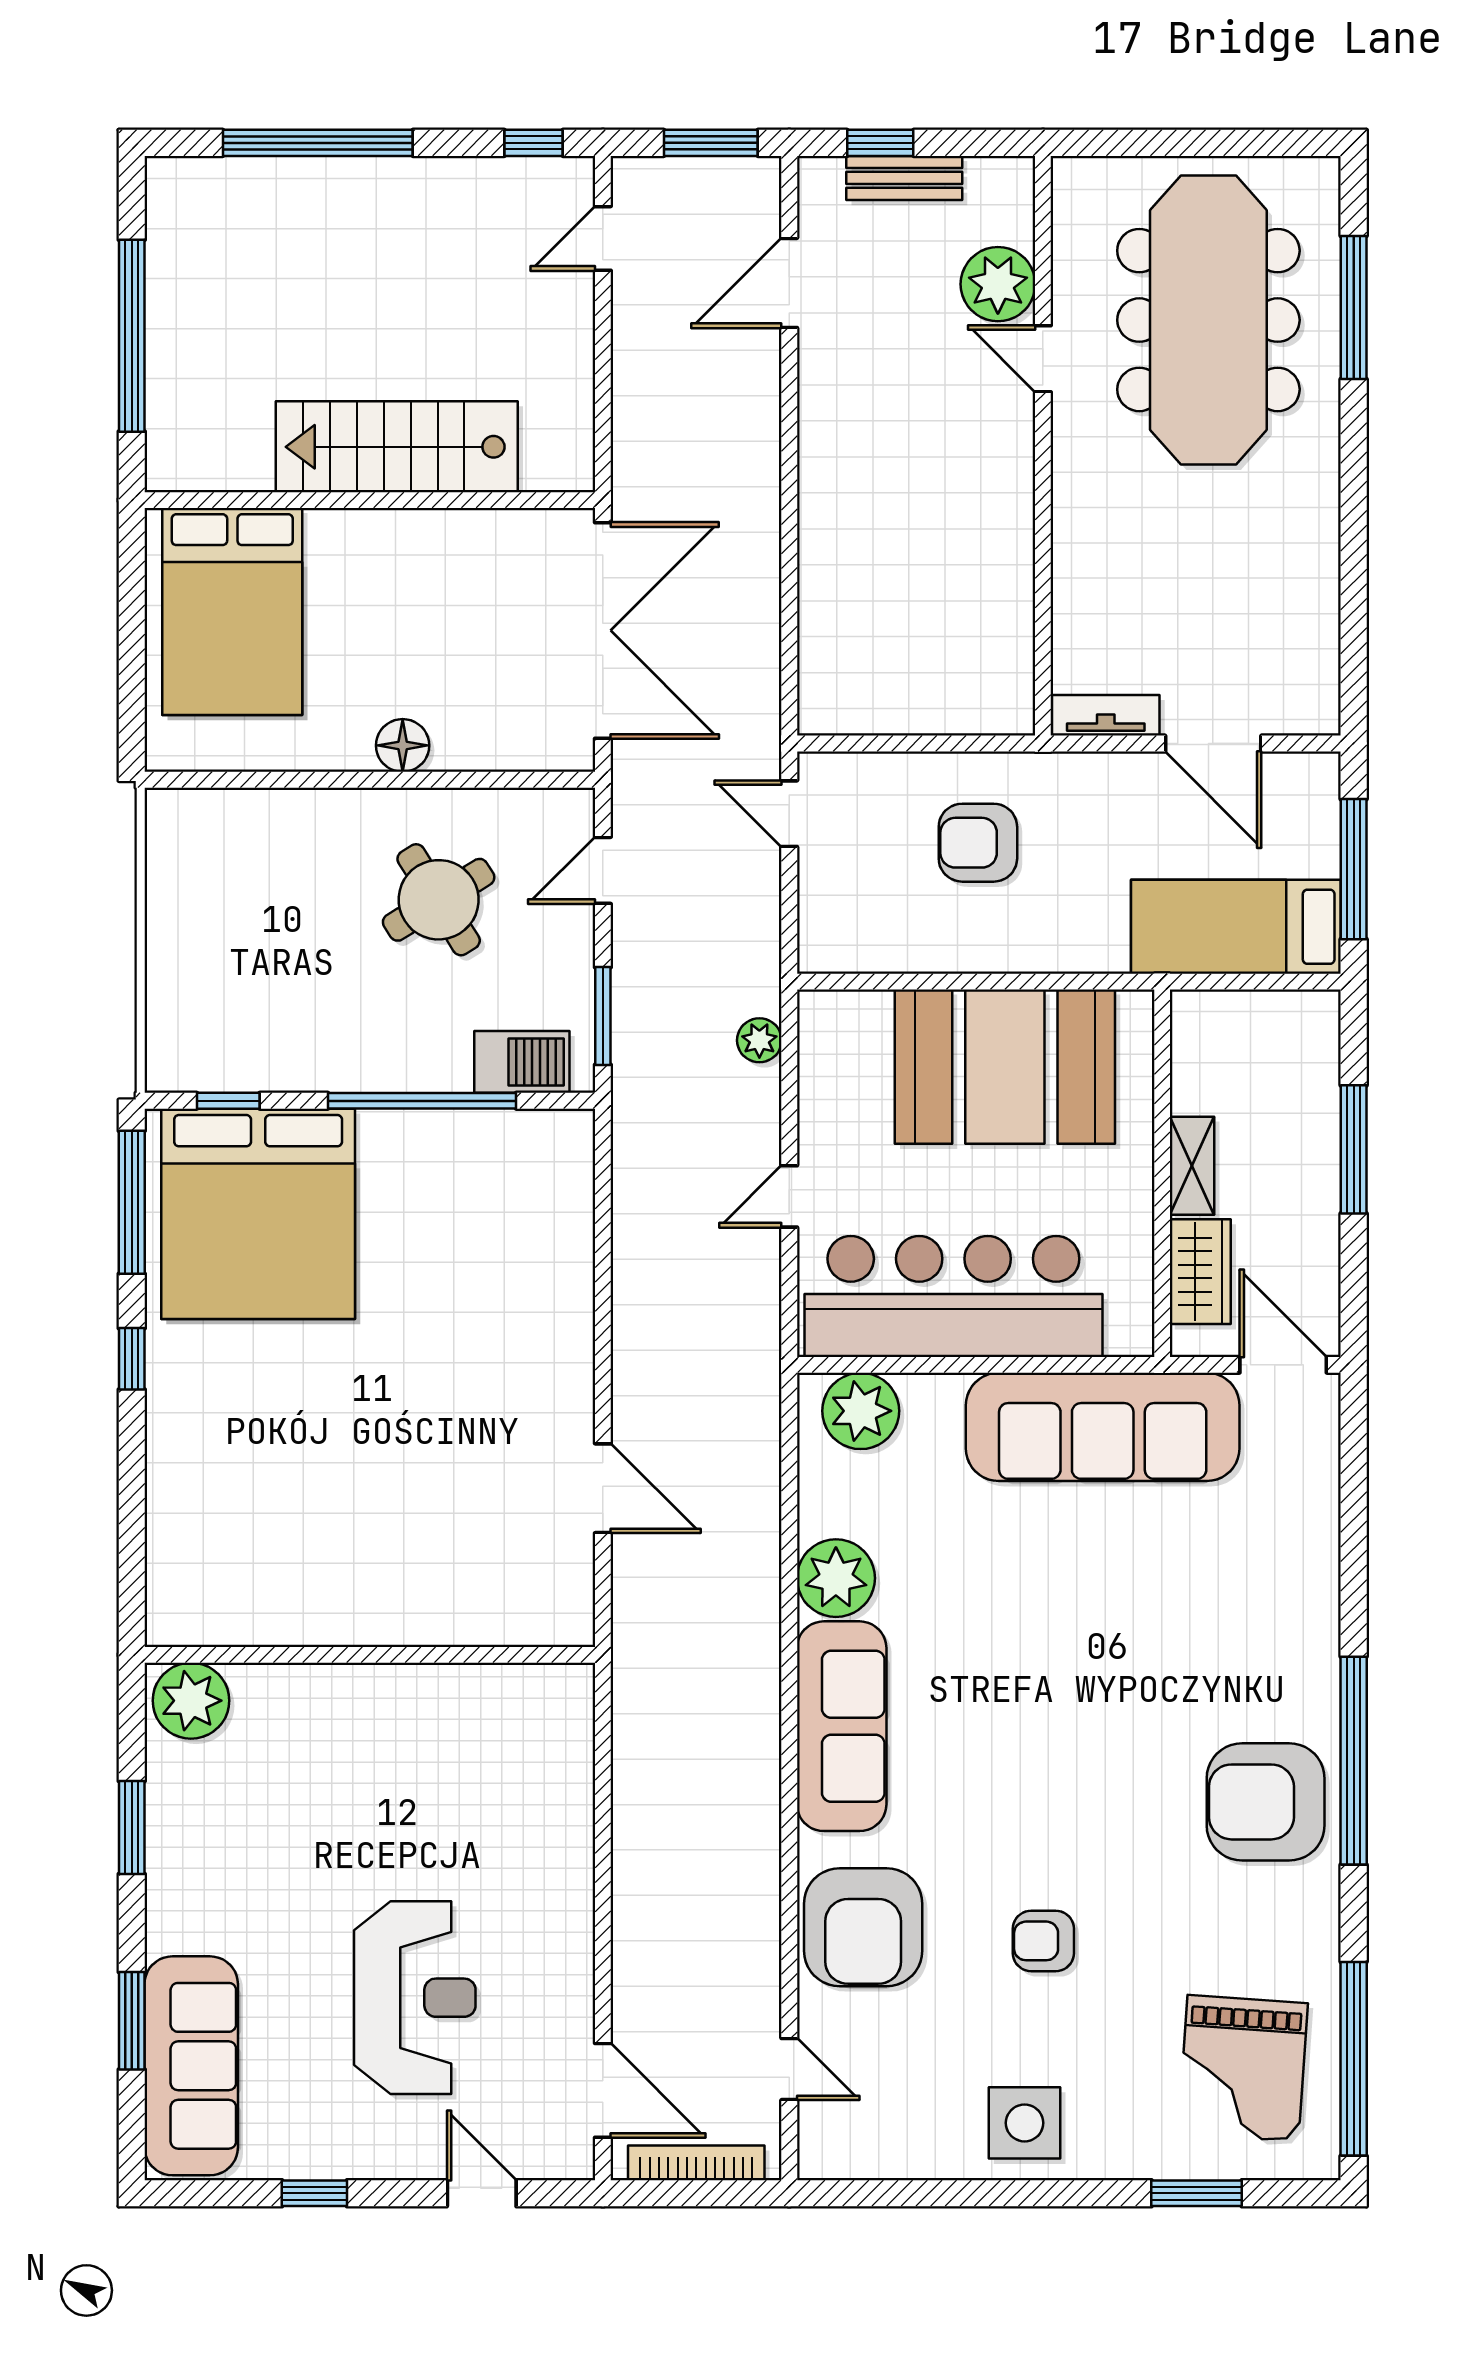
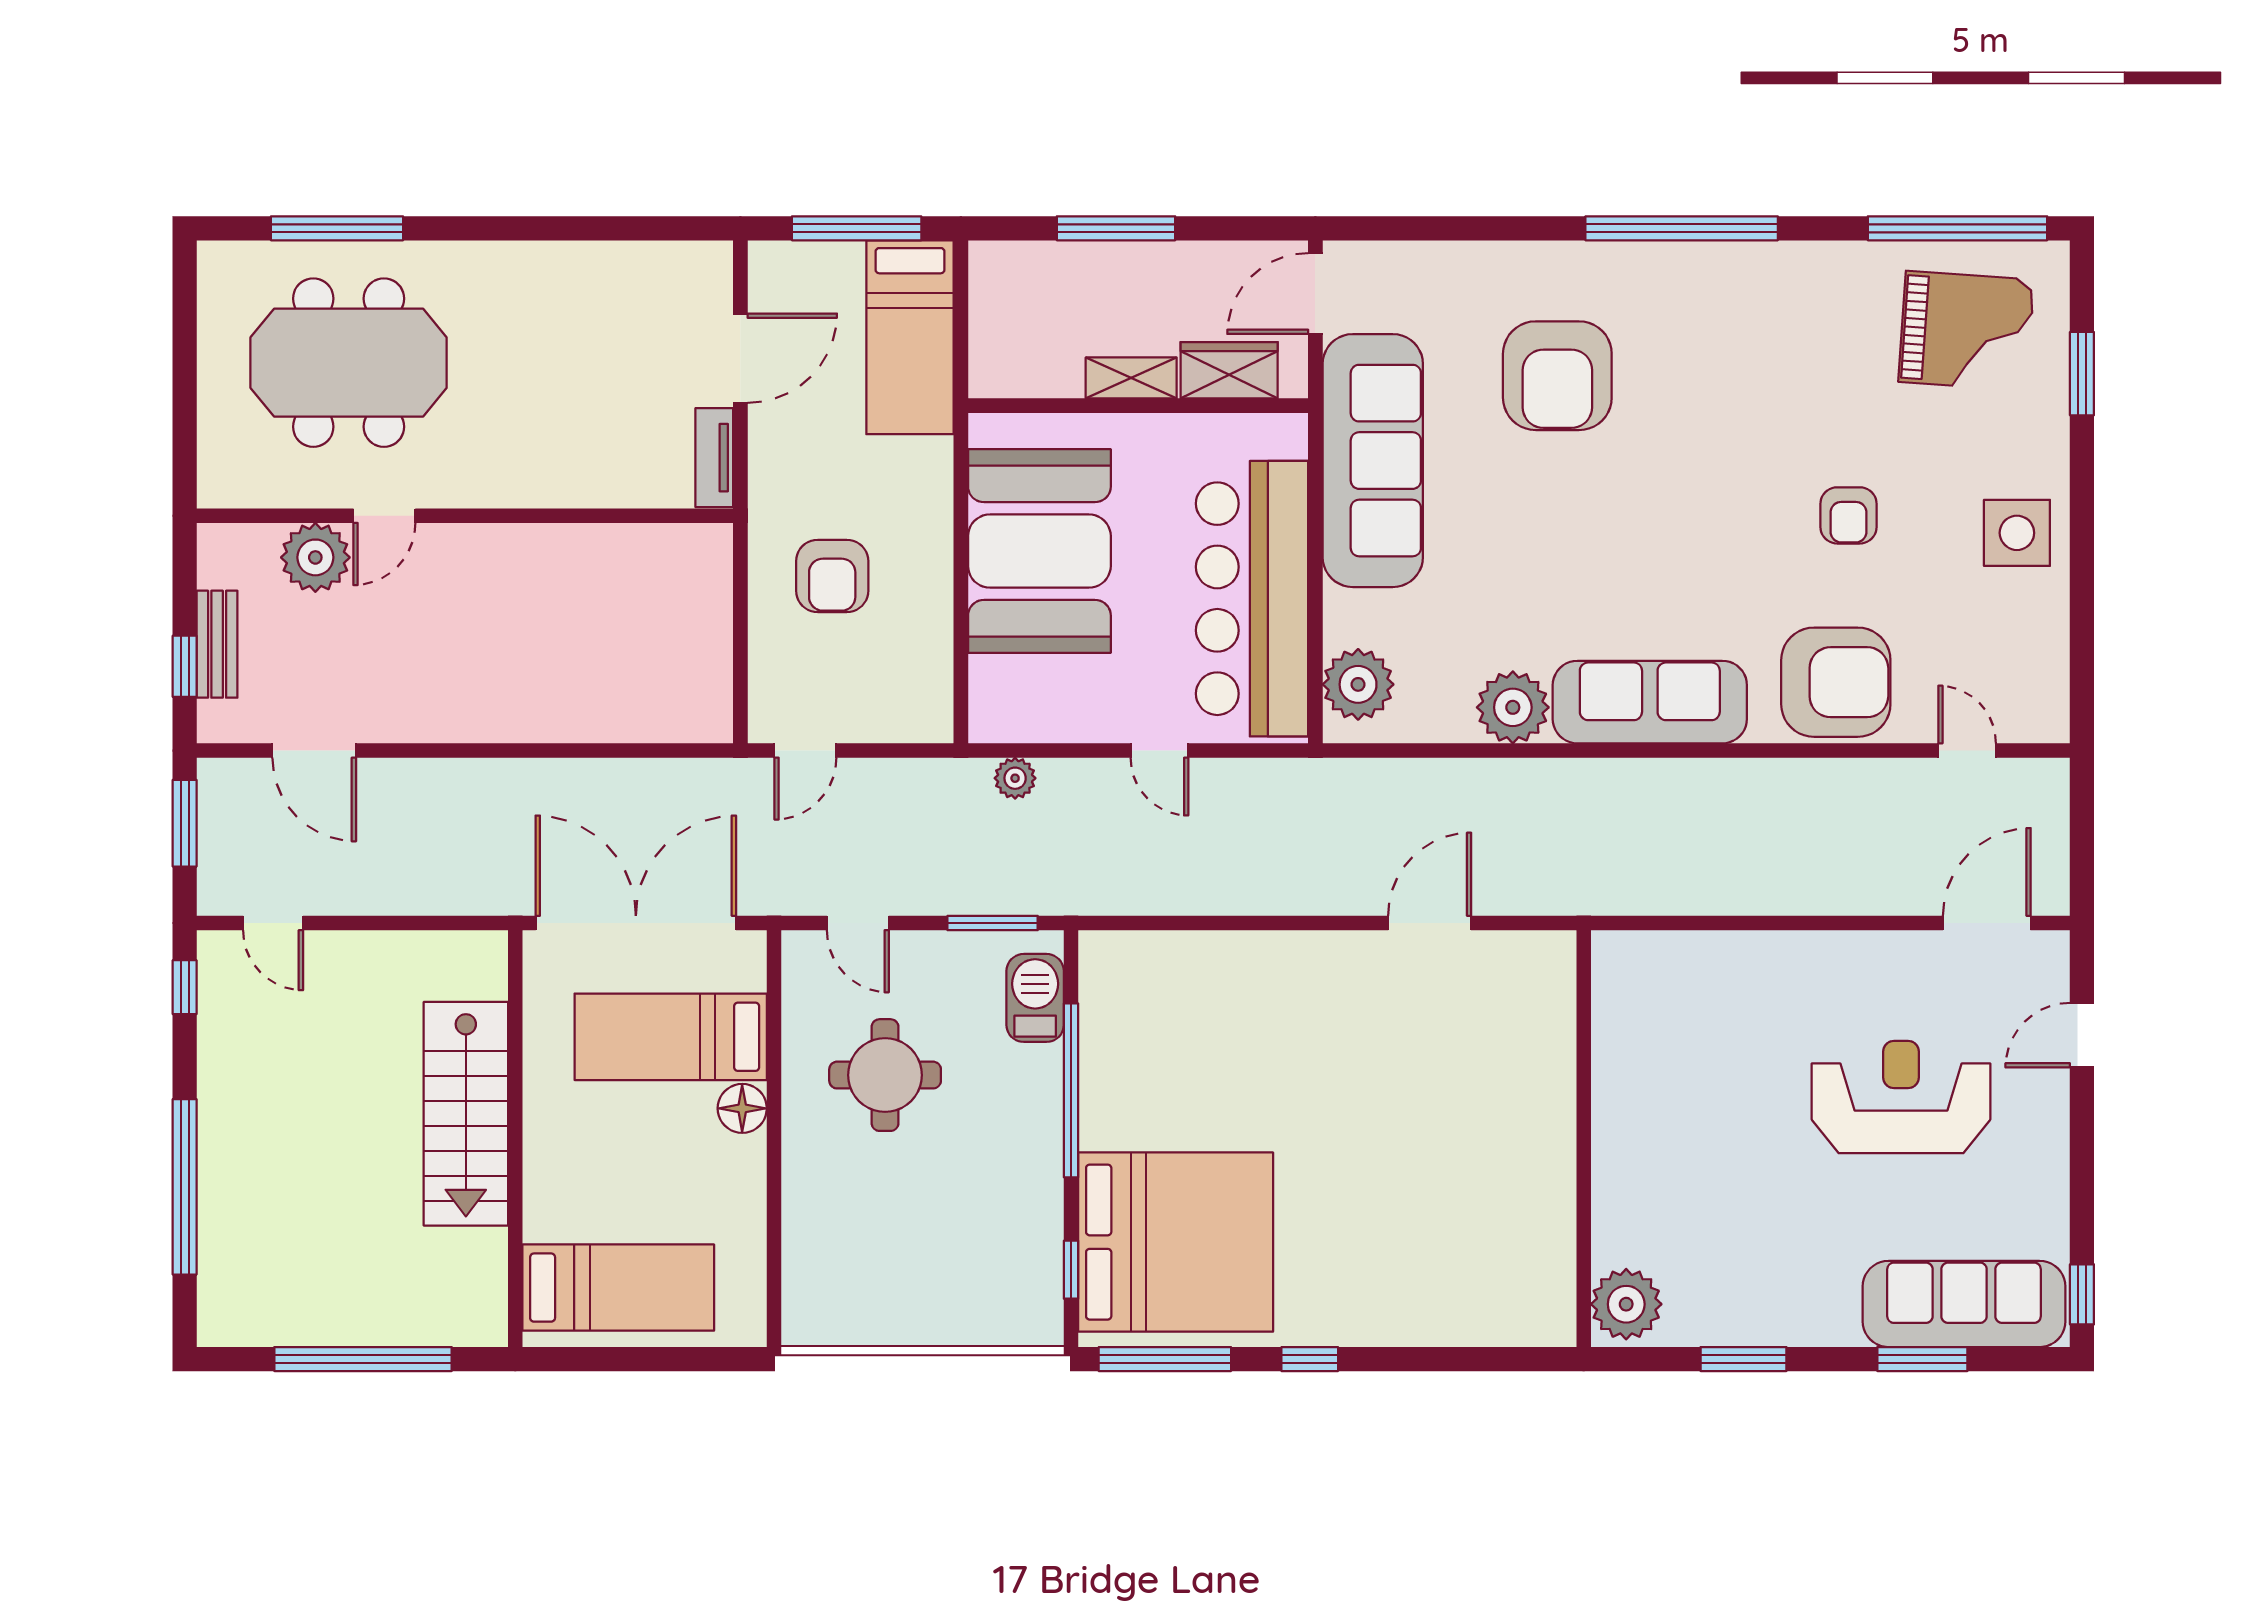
meeting table: (1208, 320) -> (349, 363), width x0.73
bed: (232, 611) -> (618, 1288), width x0.67
bed: (480, 668) -> (671, 1037), added
round table: (439, 900) -> (885, 1075), turned 32
armchair: (1266, 1802) -> (1557, 376), moved
door: (789, 2069) -> (1967, 751), hinge flipped
bookcase: (696, 2163) -> (2054, 837), removed
window: (314, 2193) -> (2082, 1294), moved

